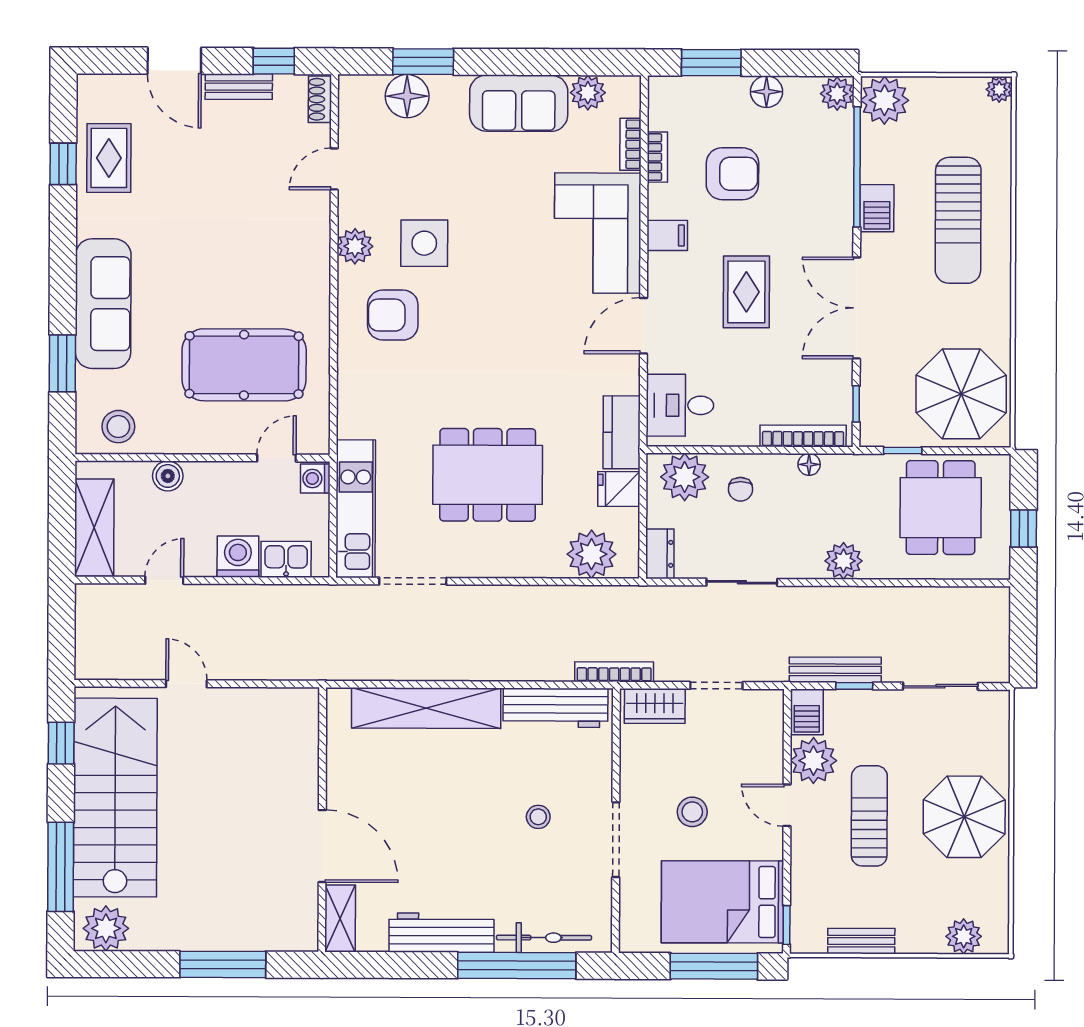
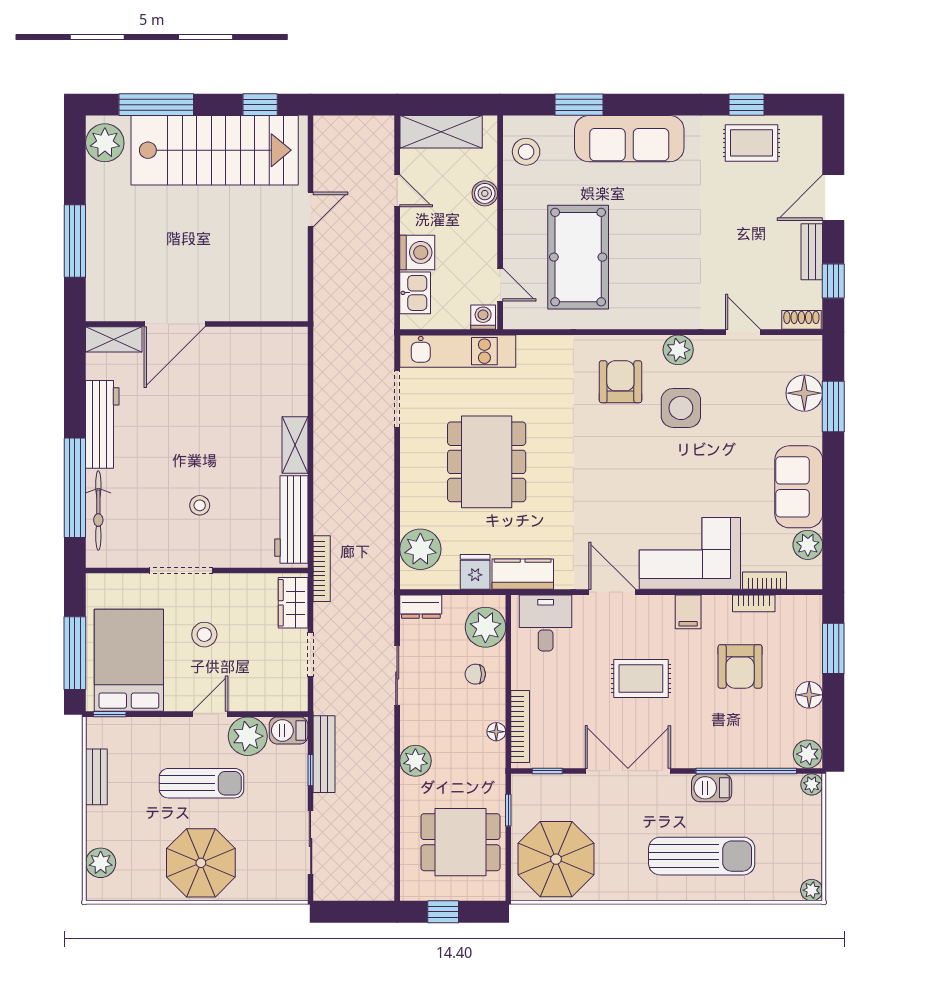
plant: (885, 100) -> (812, 784), width x0.53, depth x0.53
sun lounger: (958, 220) -> (702, 856), turned 180
shelving: (426, 708) -> (295, 445), width x0.45, depth x0.75

